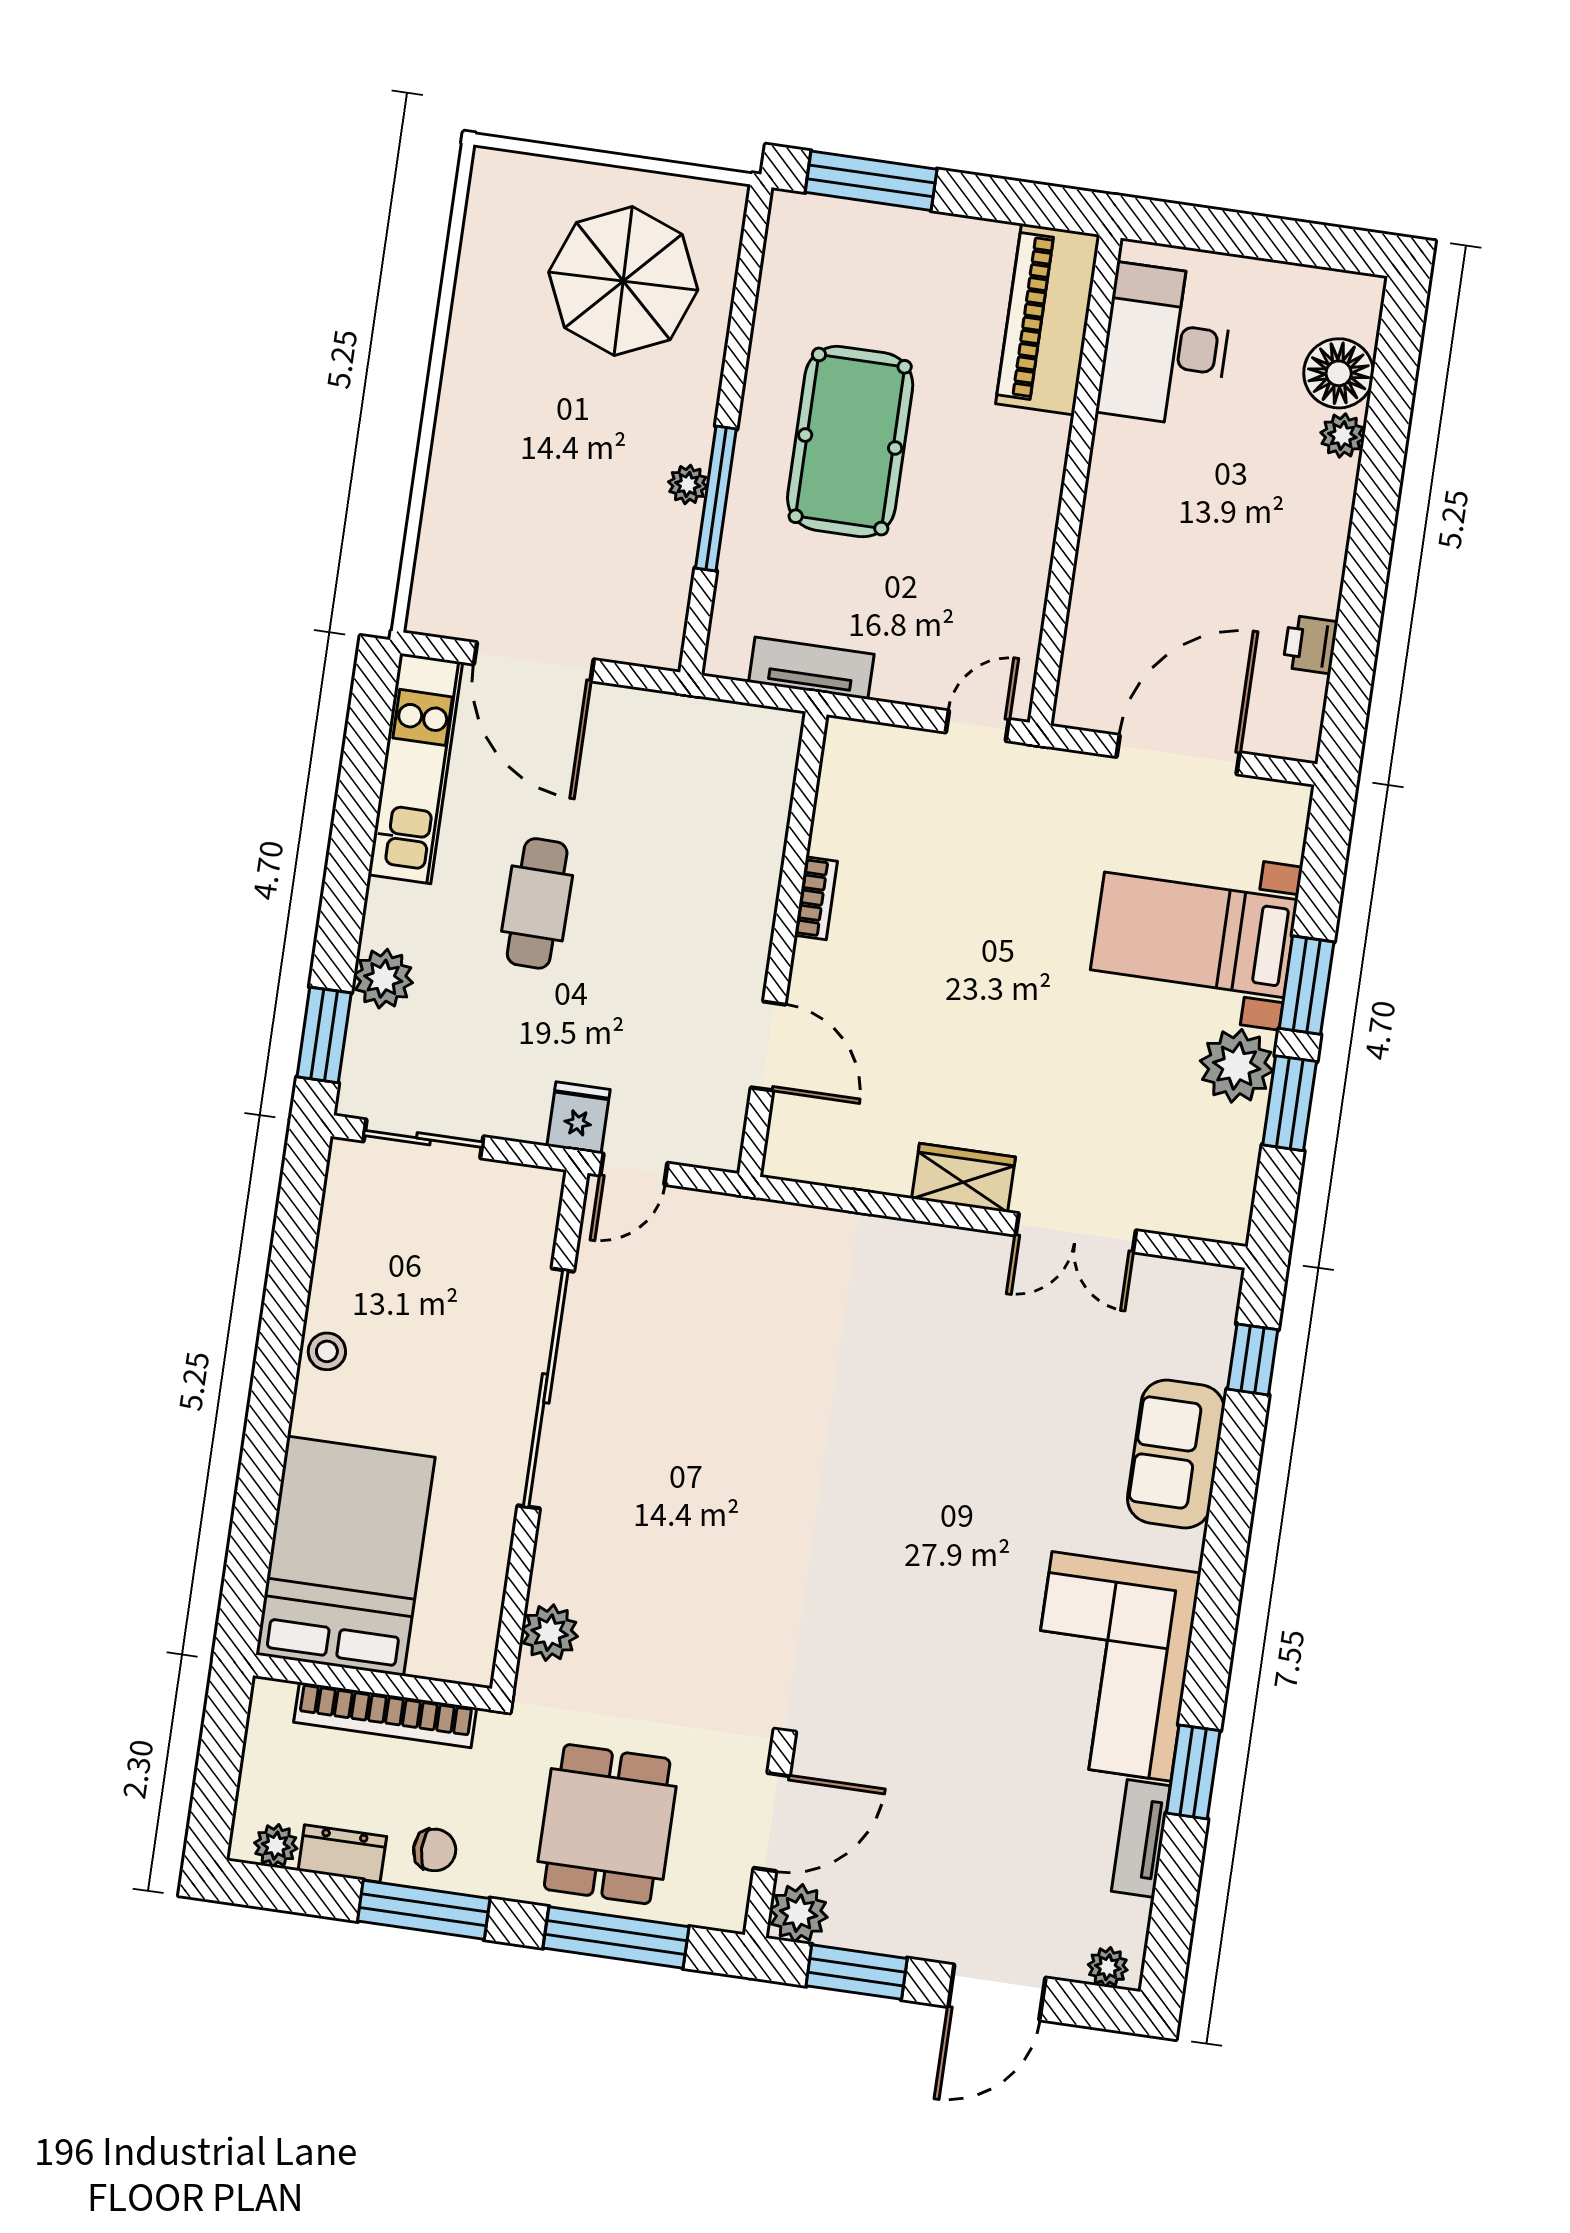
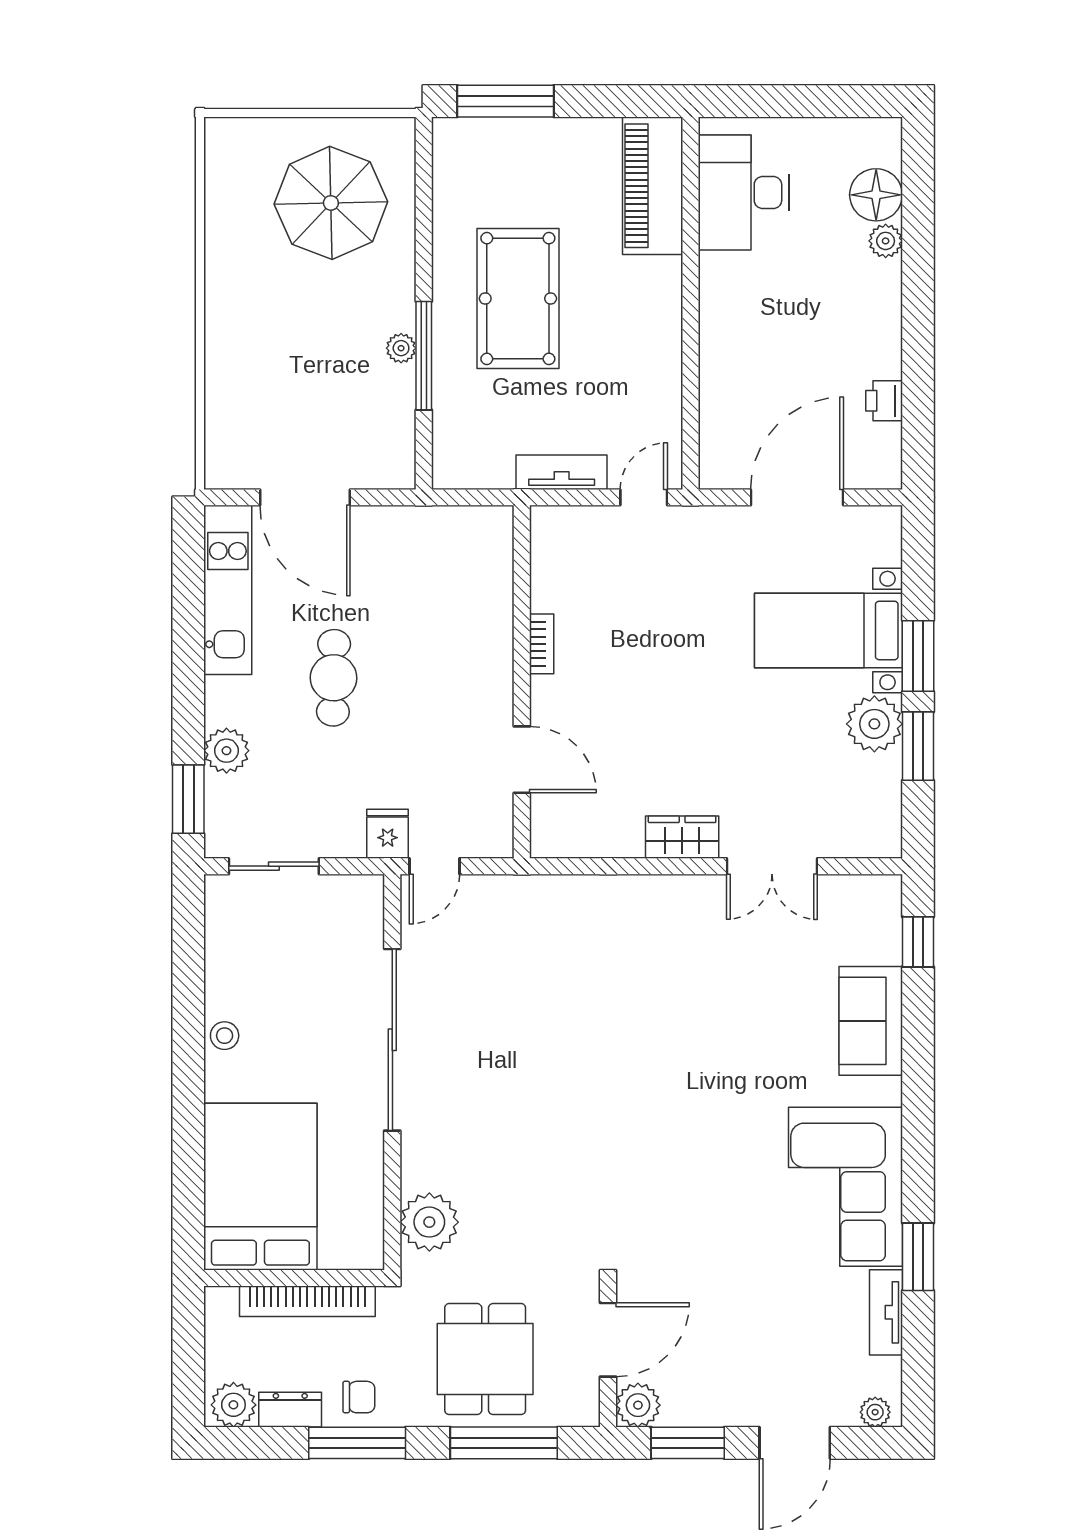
tv unit: (811, 668) -> (562, 472), moved
plant: (550, 1633) -> (429, 1222), width x1.36, depth x1.36
plant: (276, 1846) -> (233, 1405), width x1.38, depth x1.38

